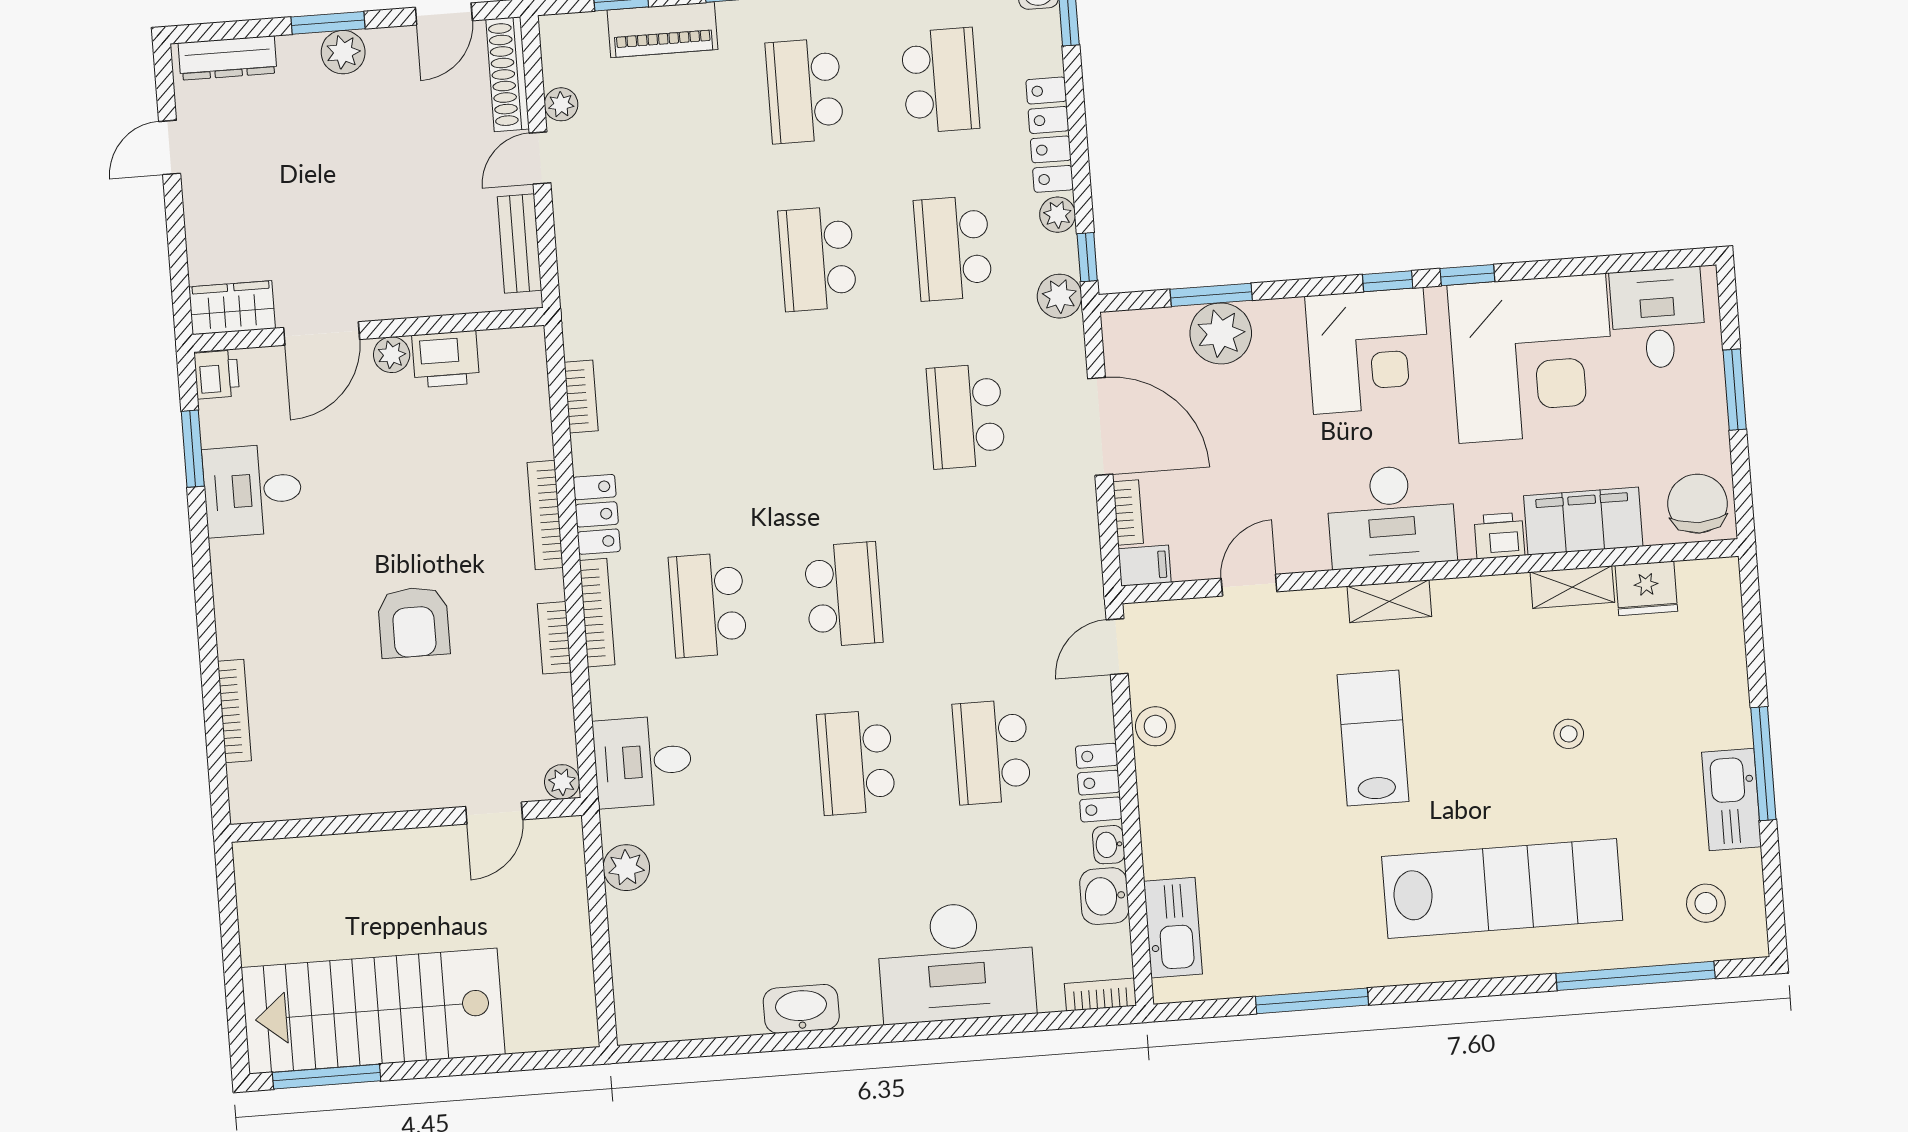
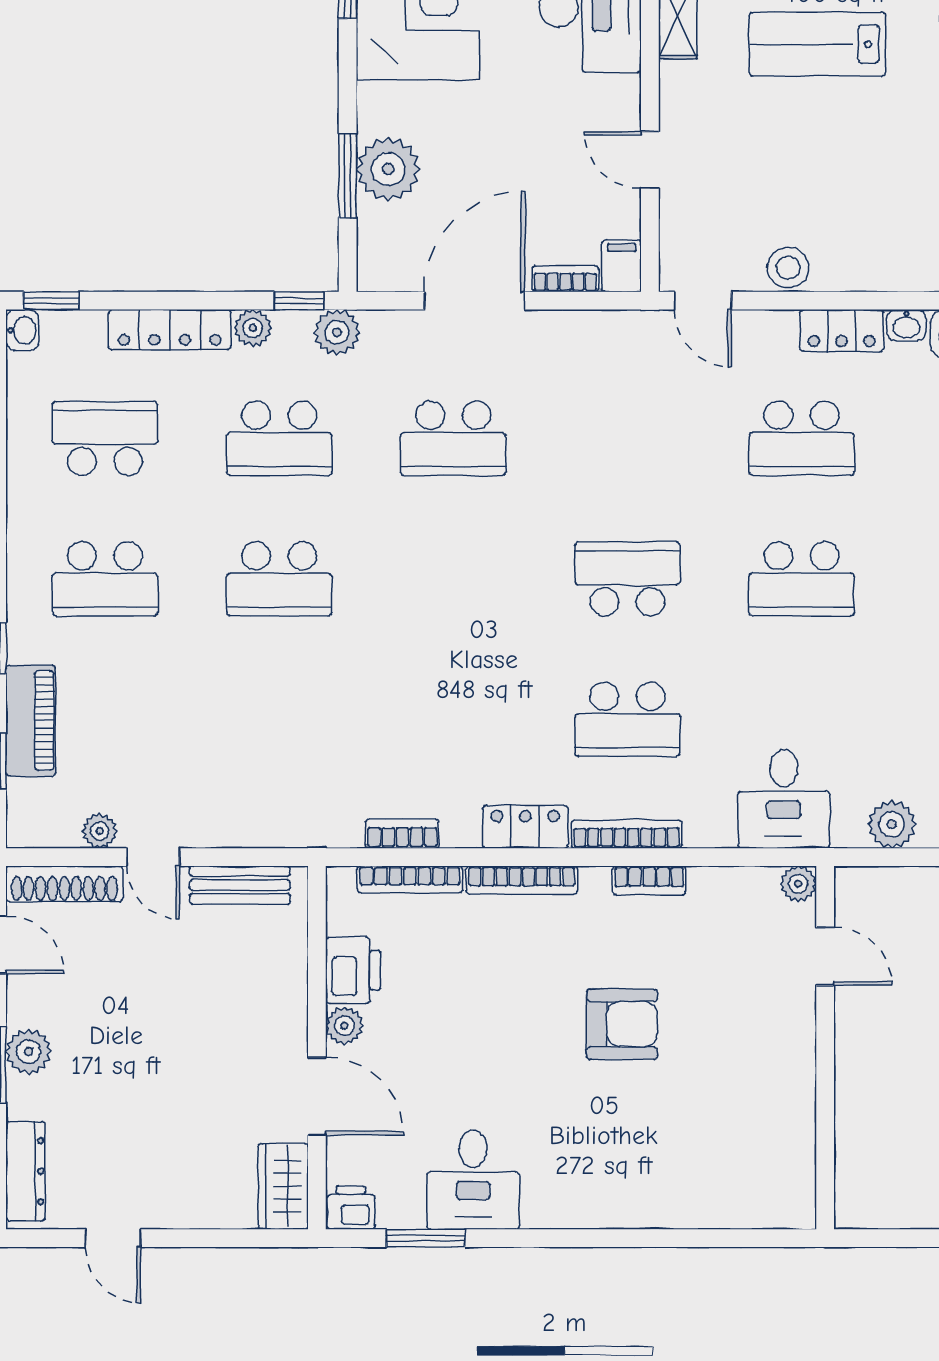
bookcase: (234, 711) -> (410, 879), moved, turned 180

